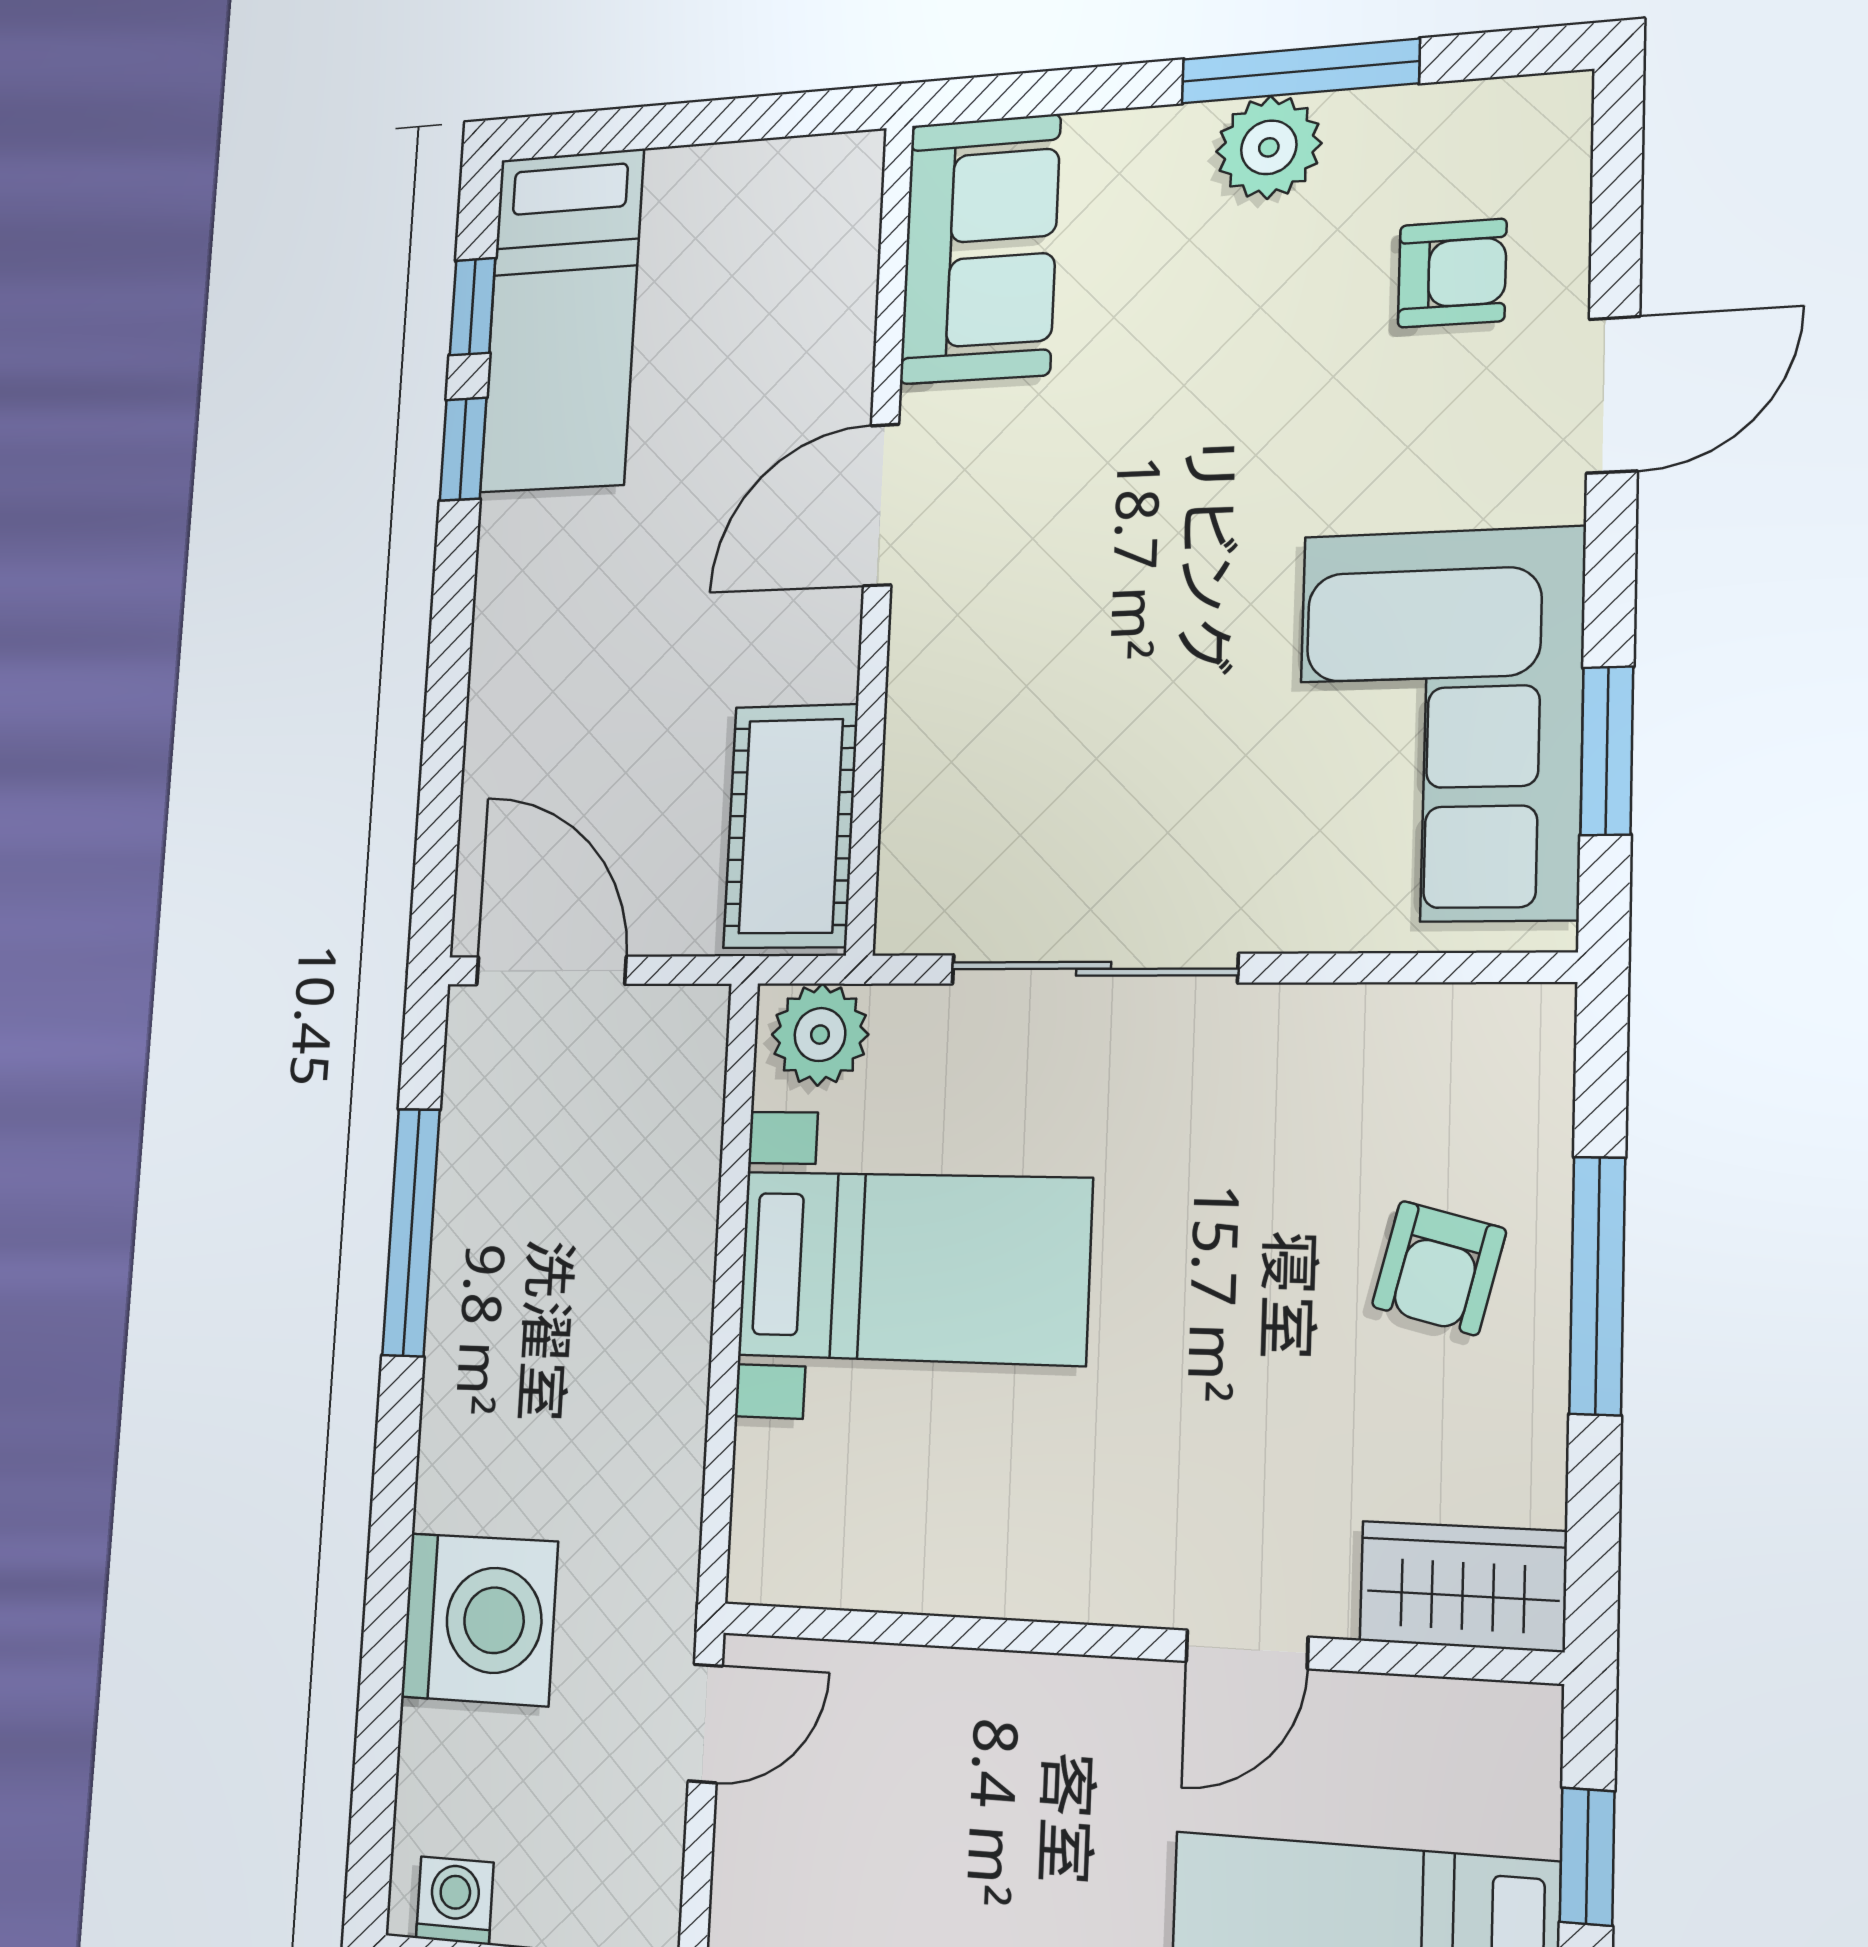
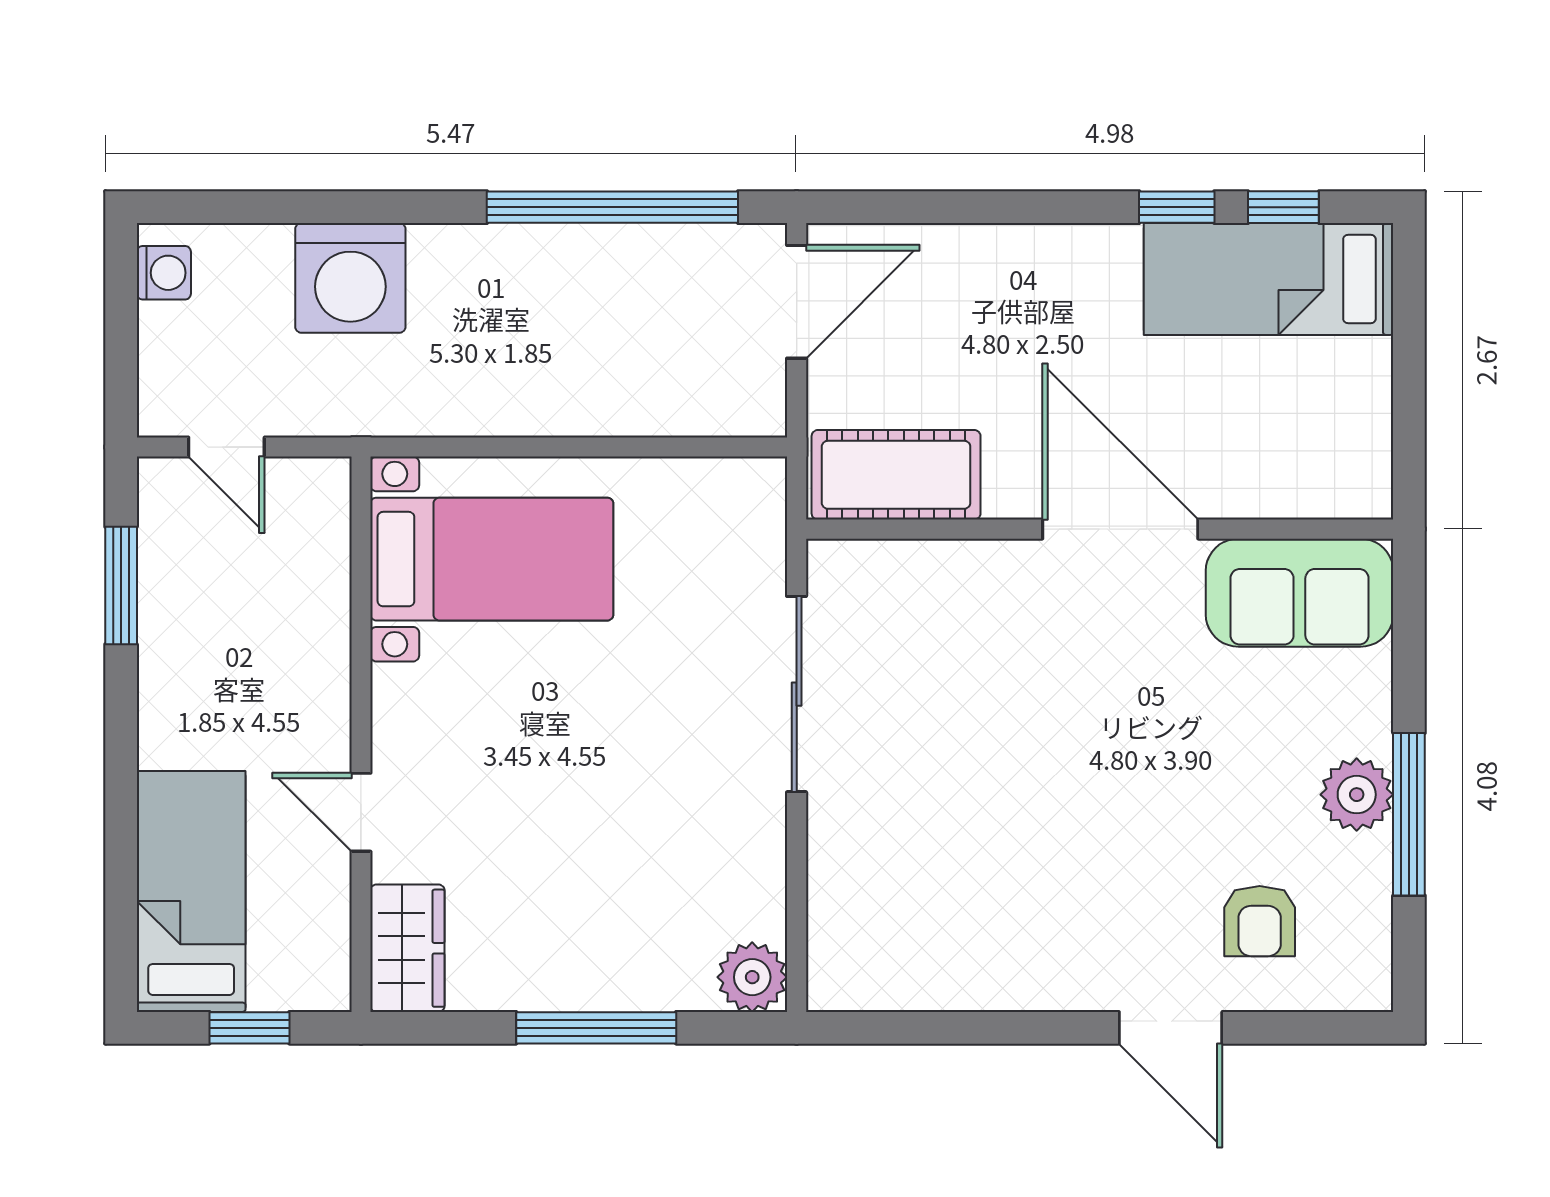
door: (881, 505) -> (1120, 529), width x1.36
corner sofa: (1439, 725) -> (955, 920), removed
window: (1607, 751) -> (936, 1028), removed
plant: (820, 1035) -> (752, 977), moved
window: (411, 1232) -> (612, 207), width x1.46
bed with nightstands: (913, 1267) -> (492, 559), moved, turned -90
armchair: (1439, 1268) -> (605, 928), removed
door: (705, 1723) -> (226, 447), moved

